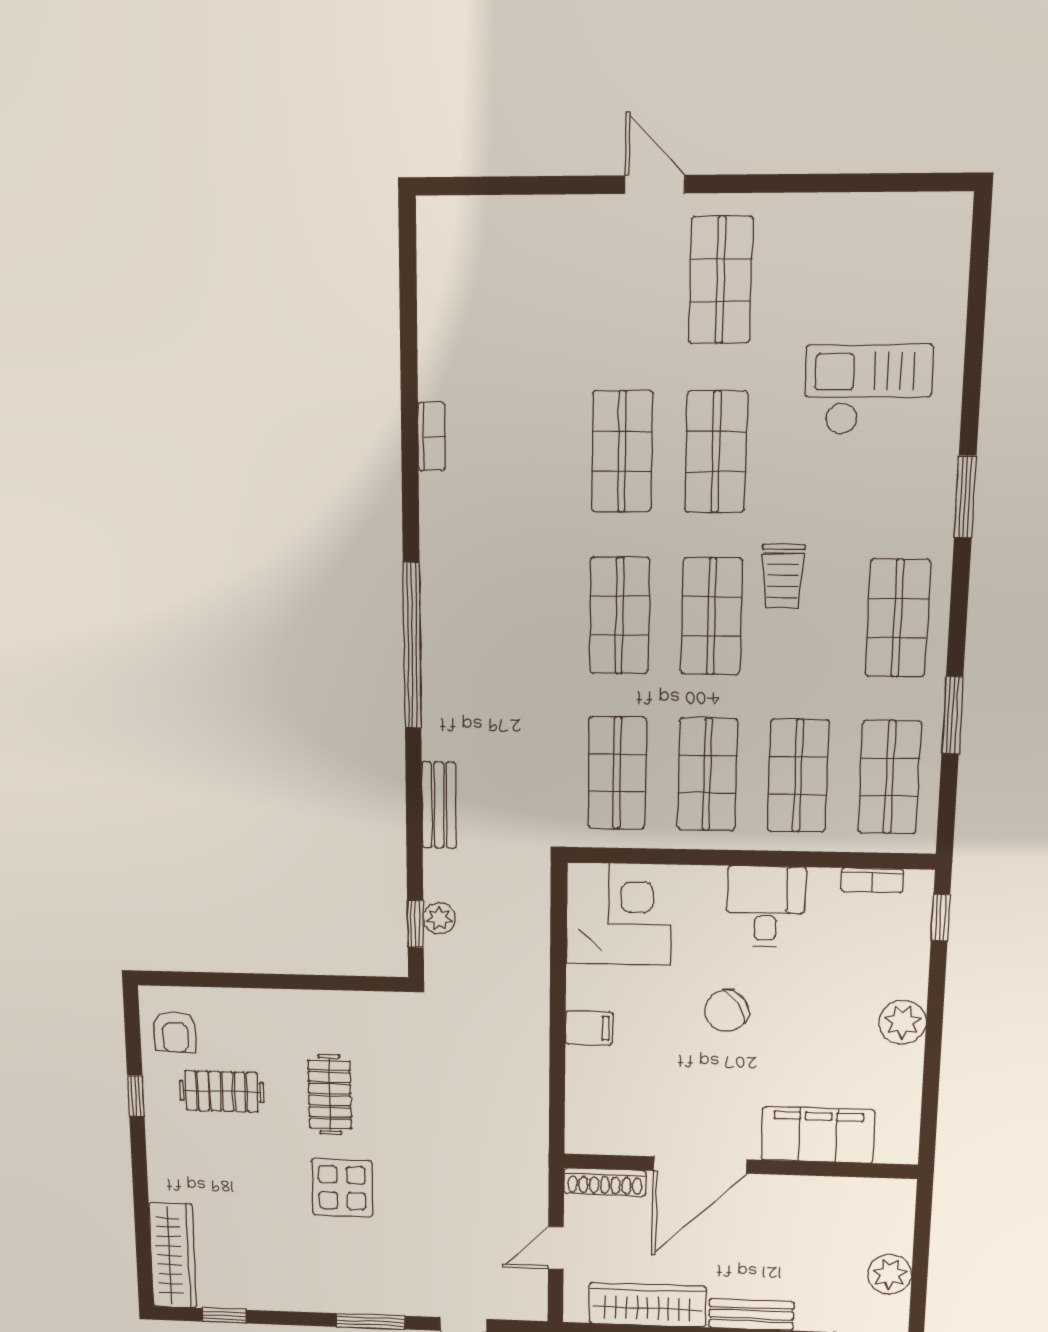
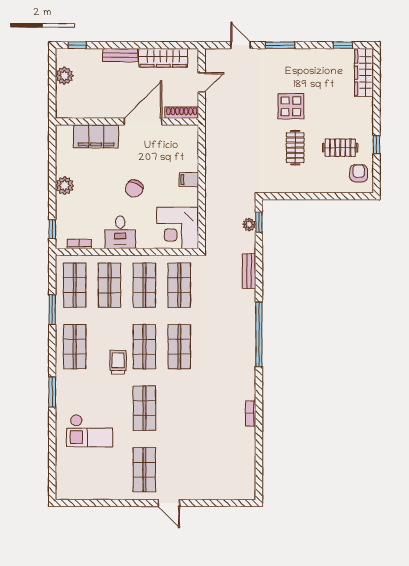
shop shelf: (622, 452) -> (179, 408), removed
chair: (726, 1011) -> (134, 189), turned 149

